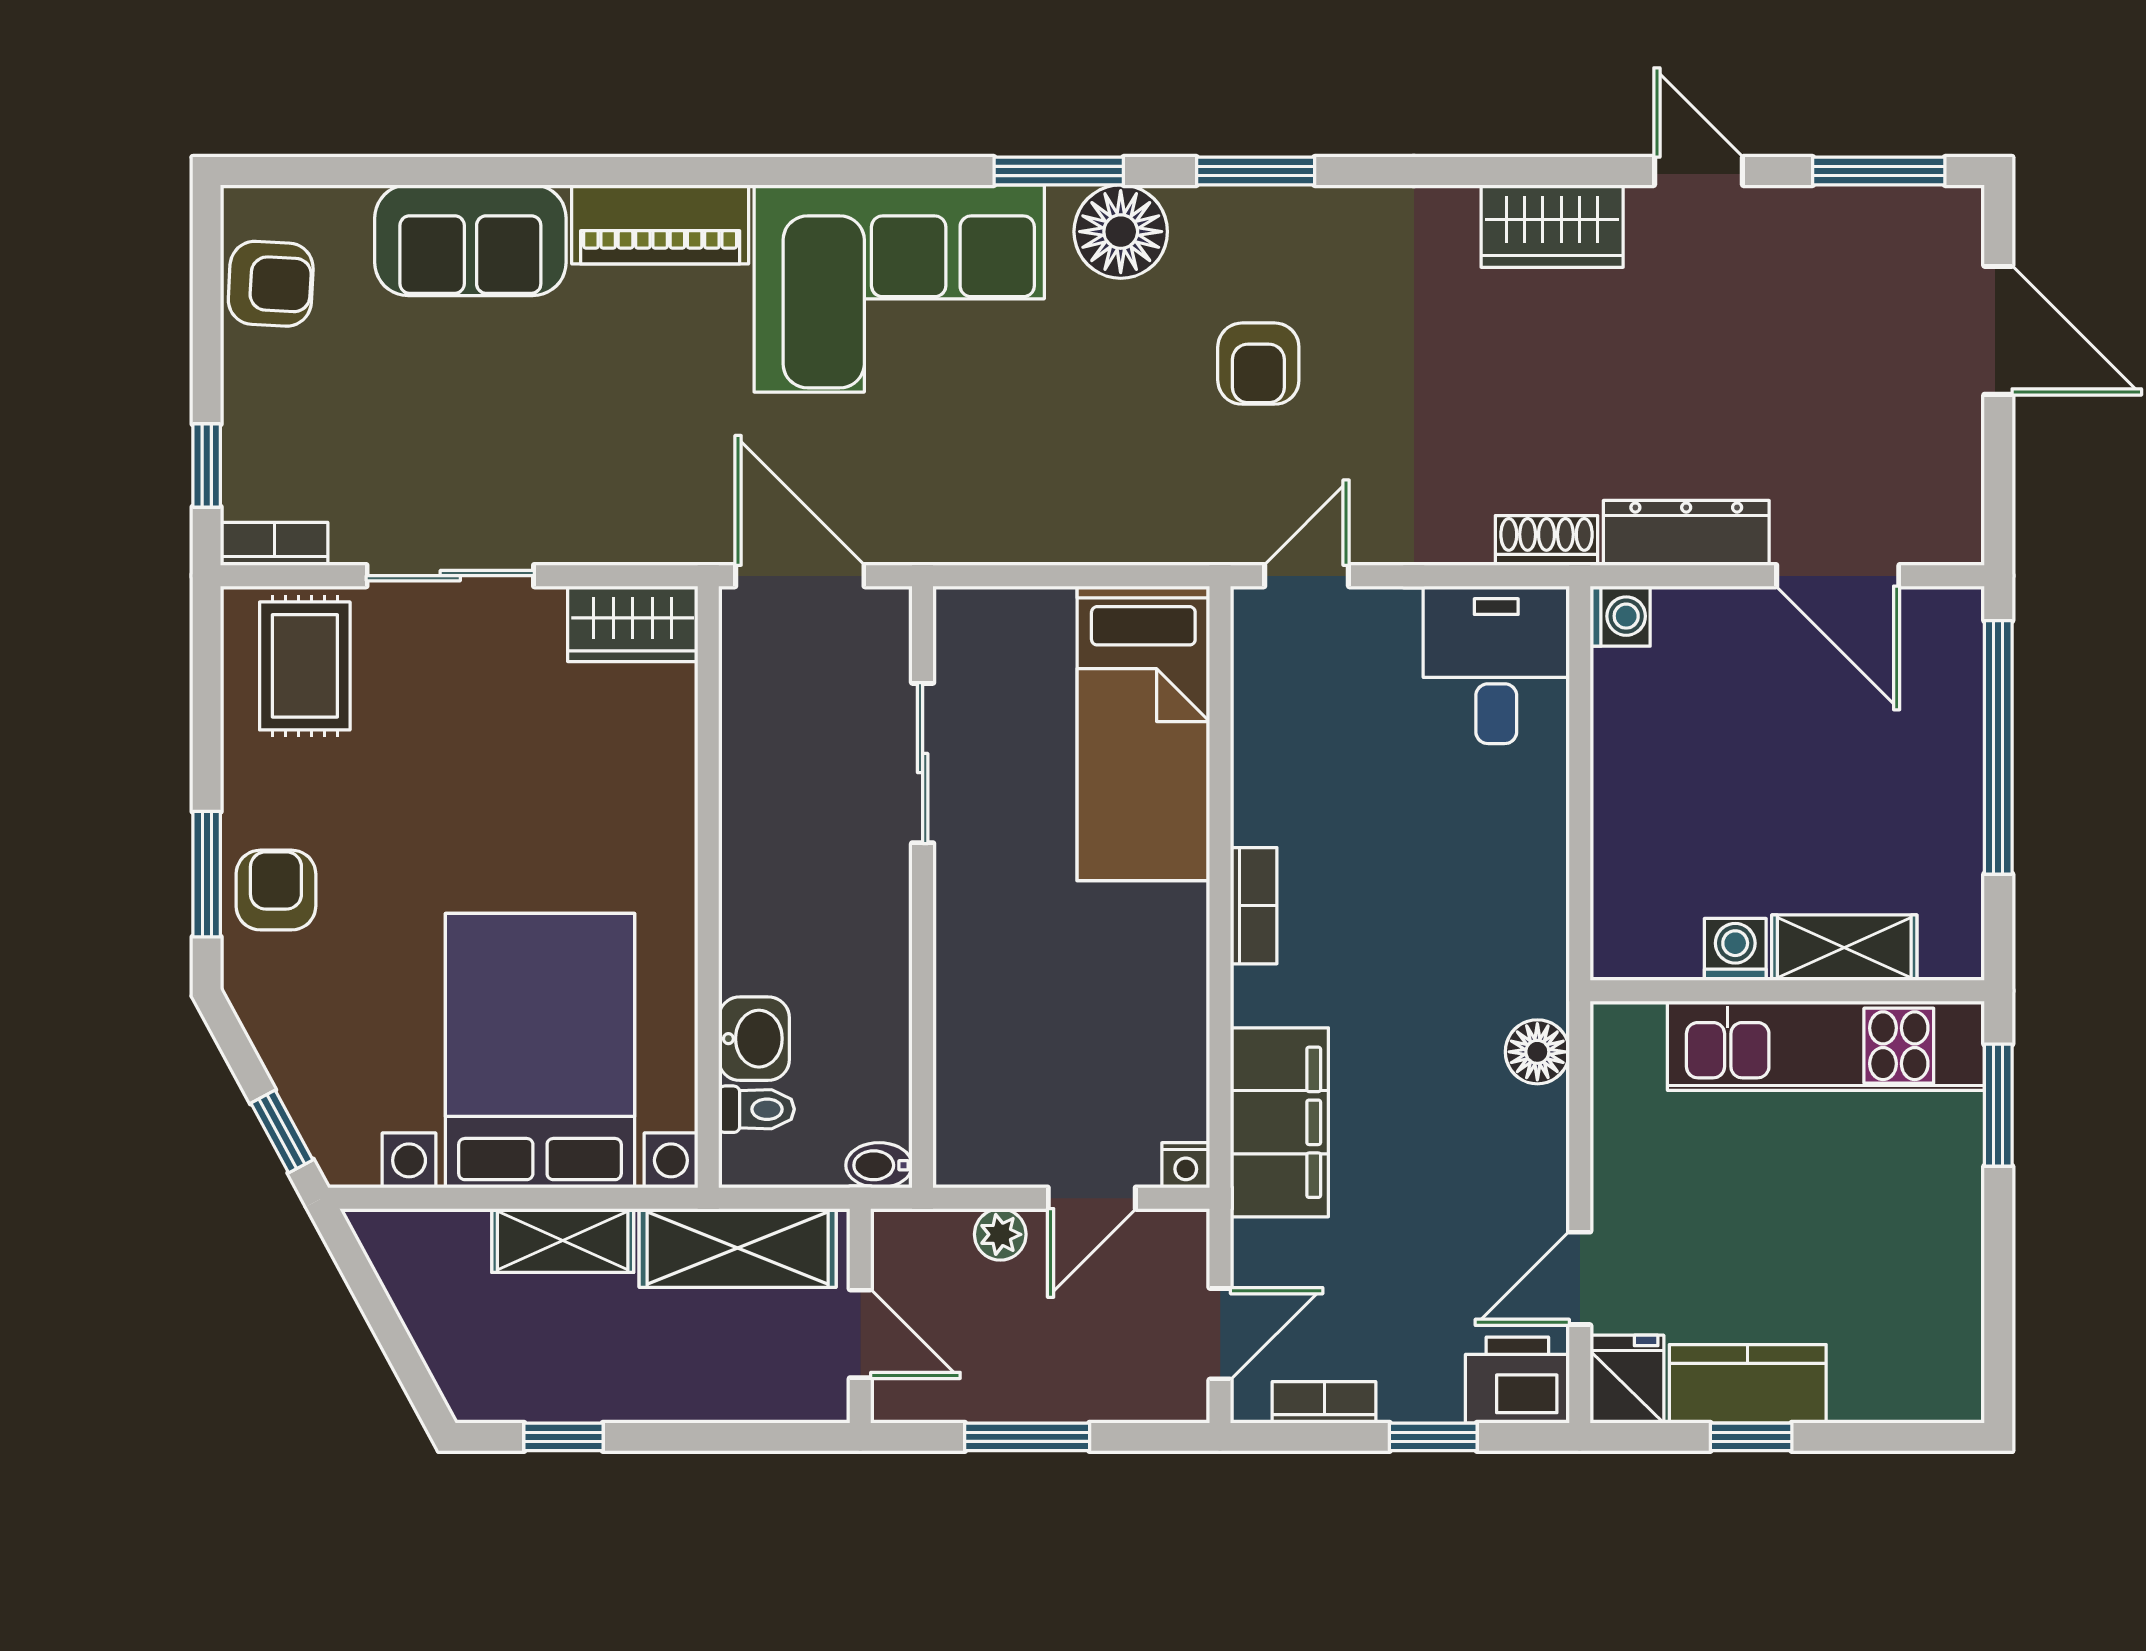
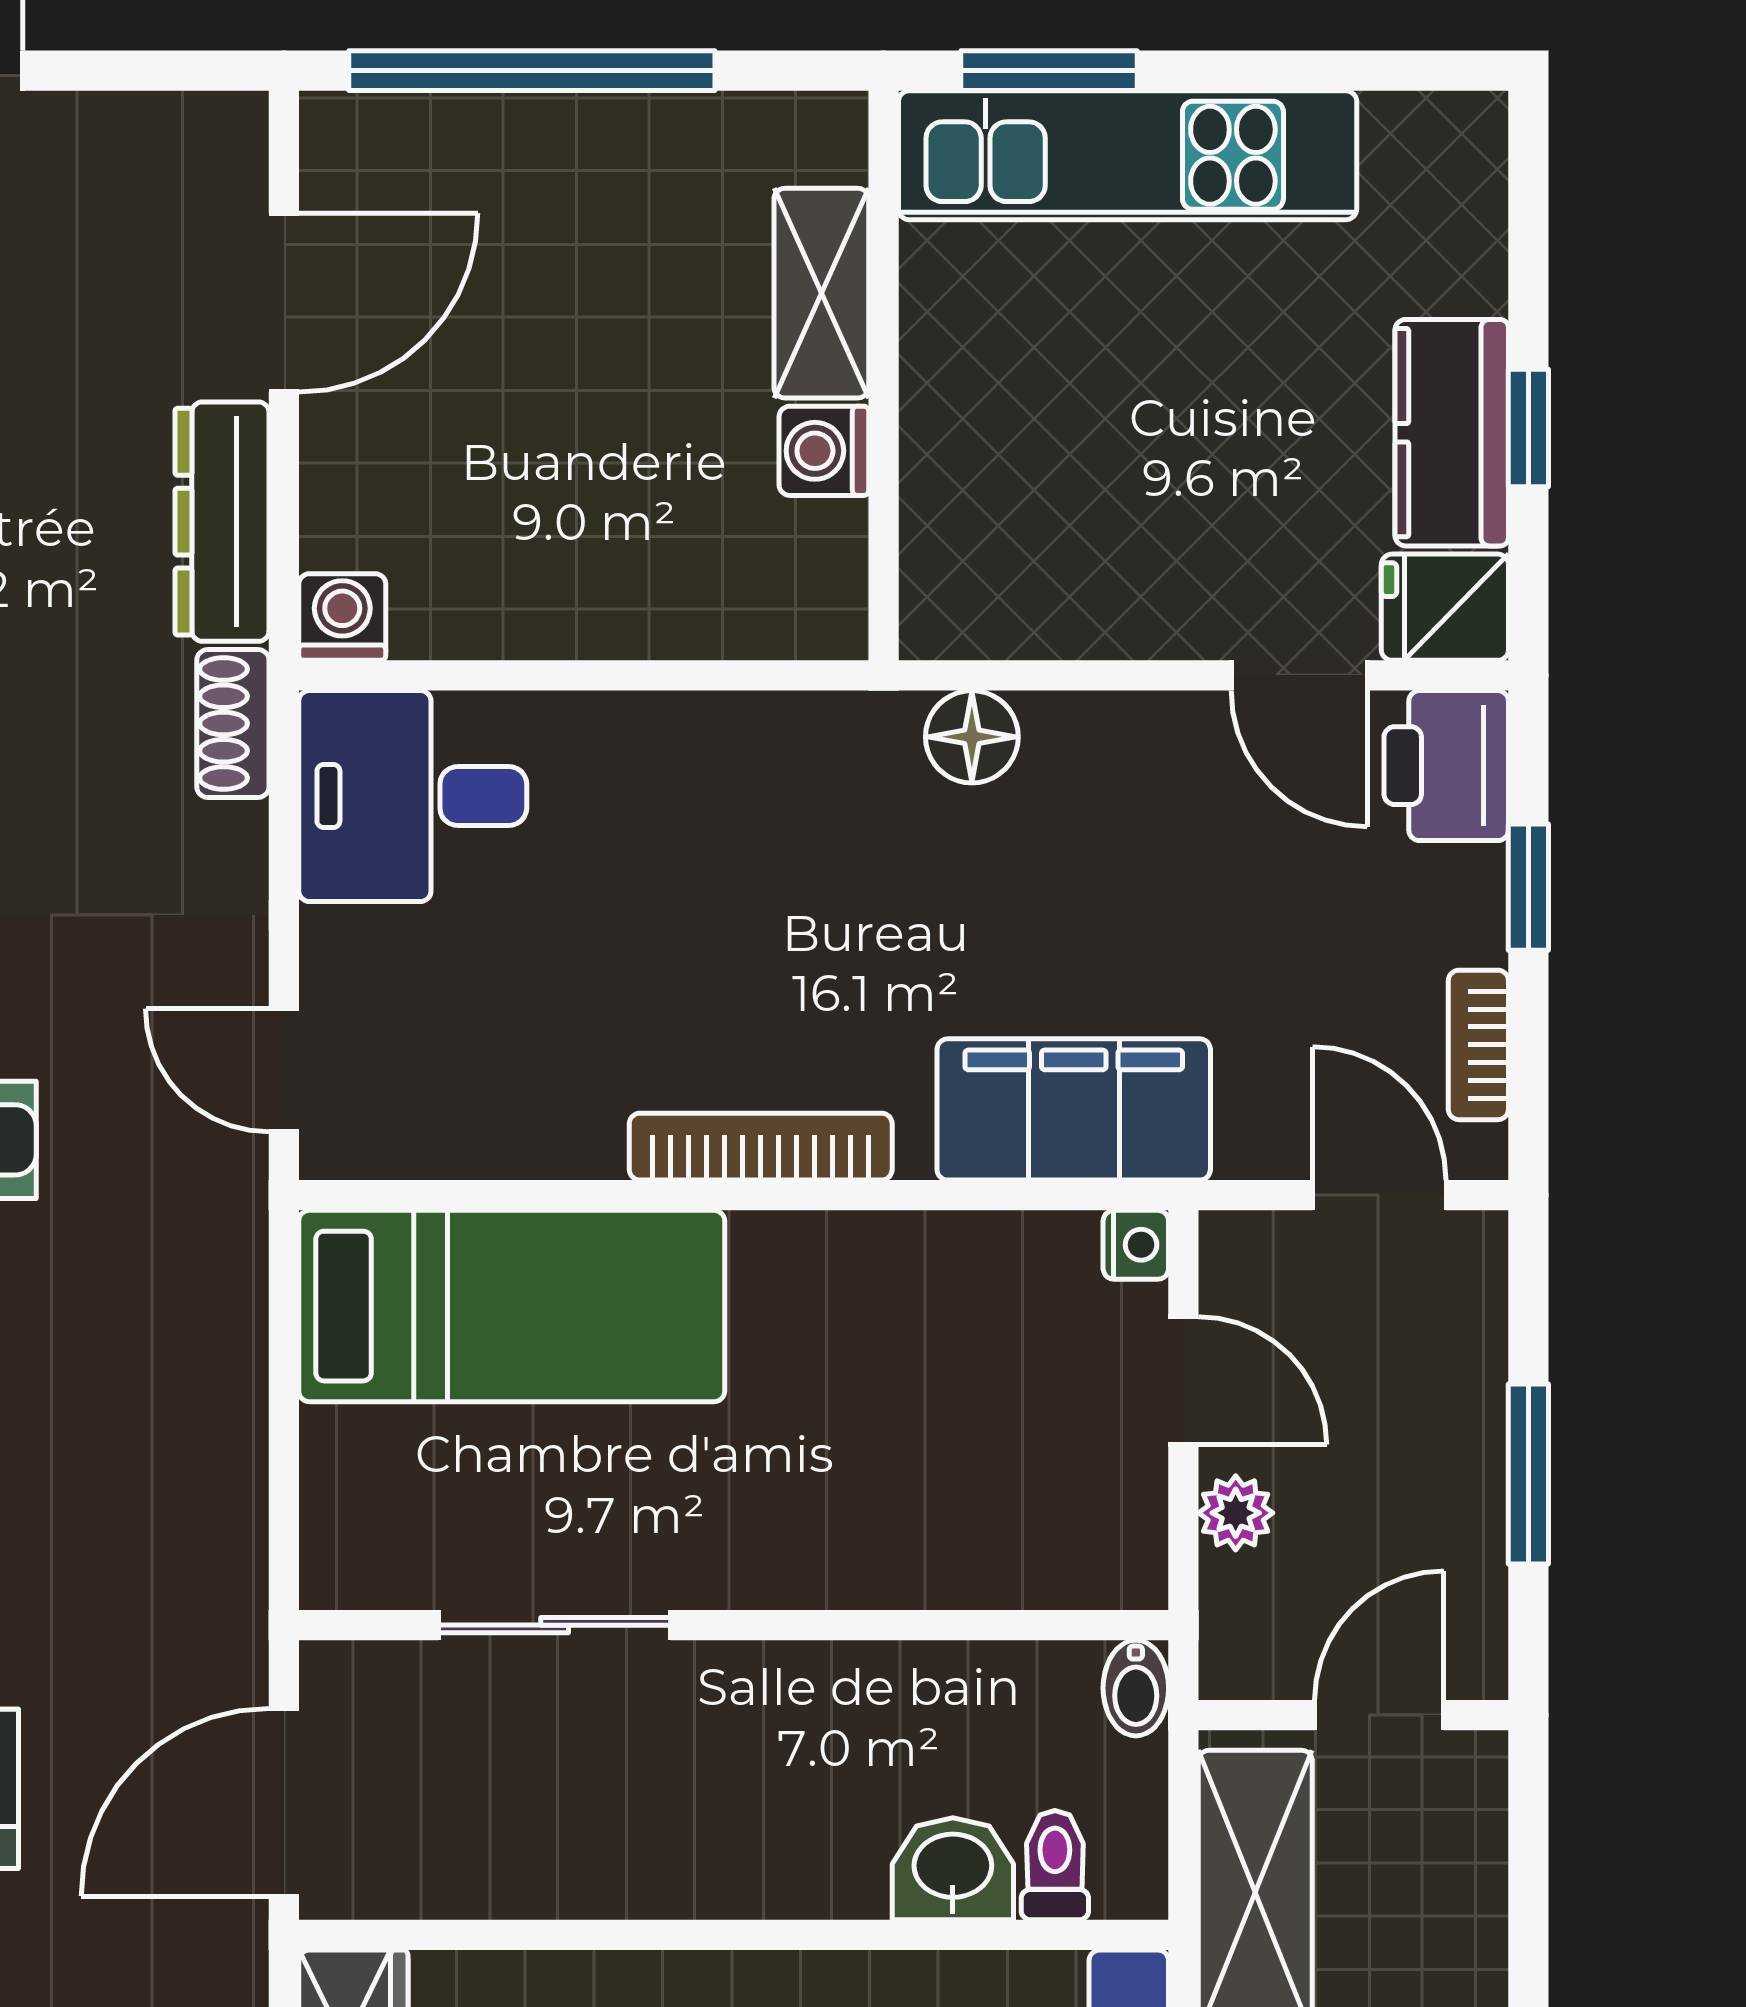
bookcase: (1254, 906) -> (761, 1147), width x1.56
kitchen unit: (1826, 1046) -> (1128, 155), moved, turned 90

